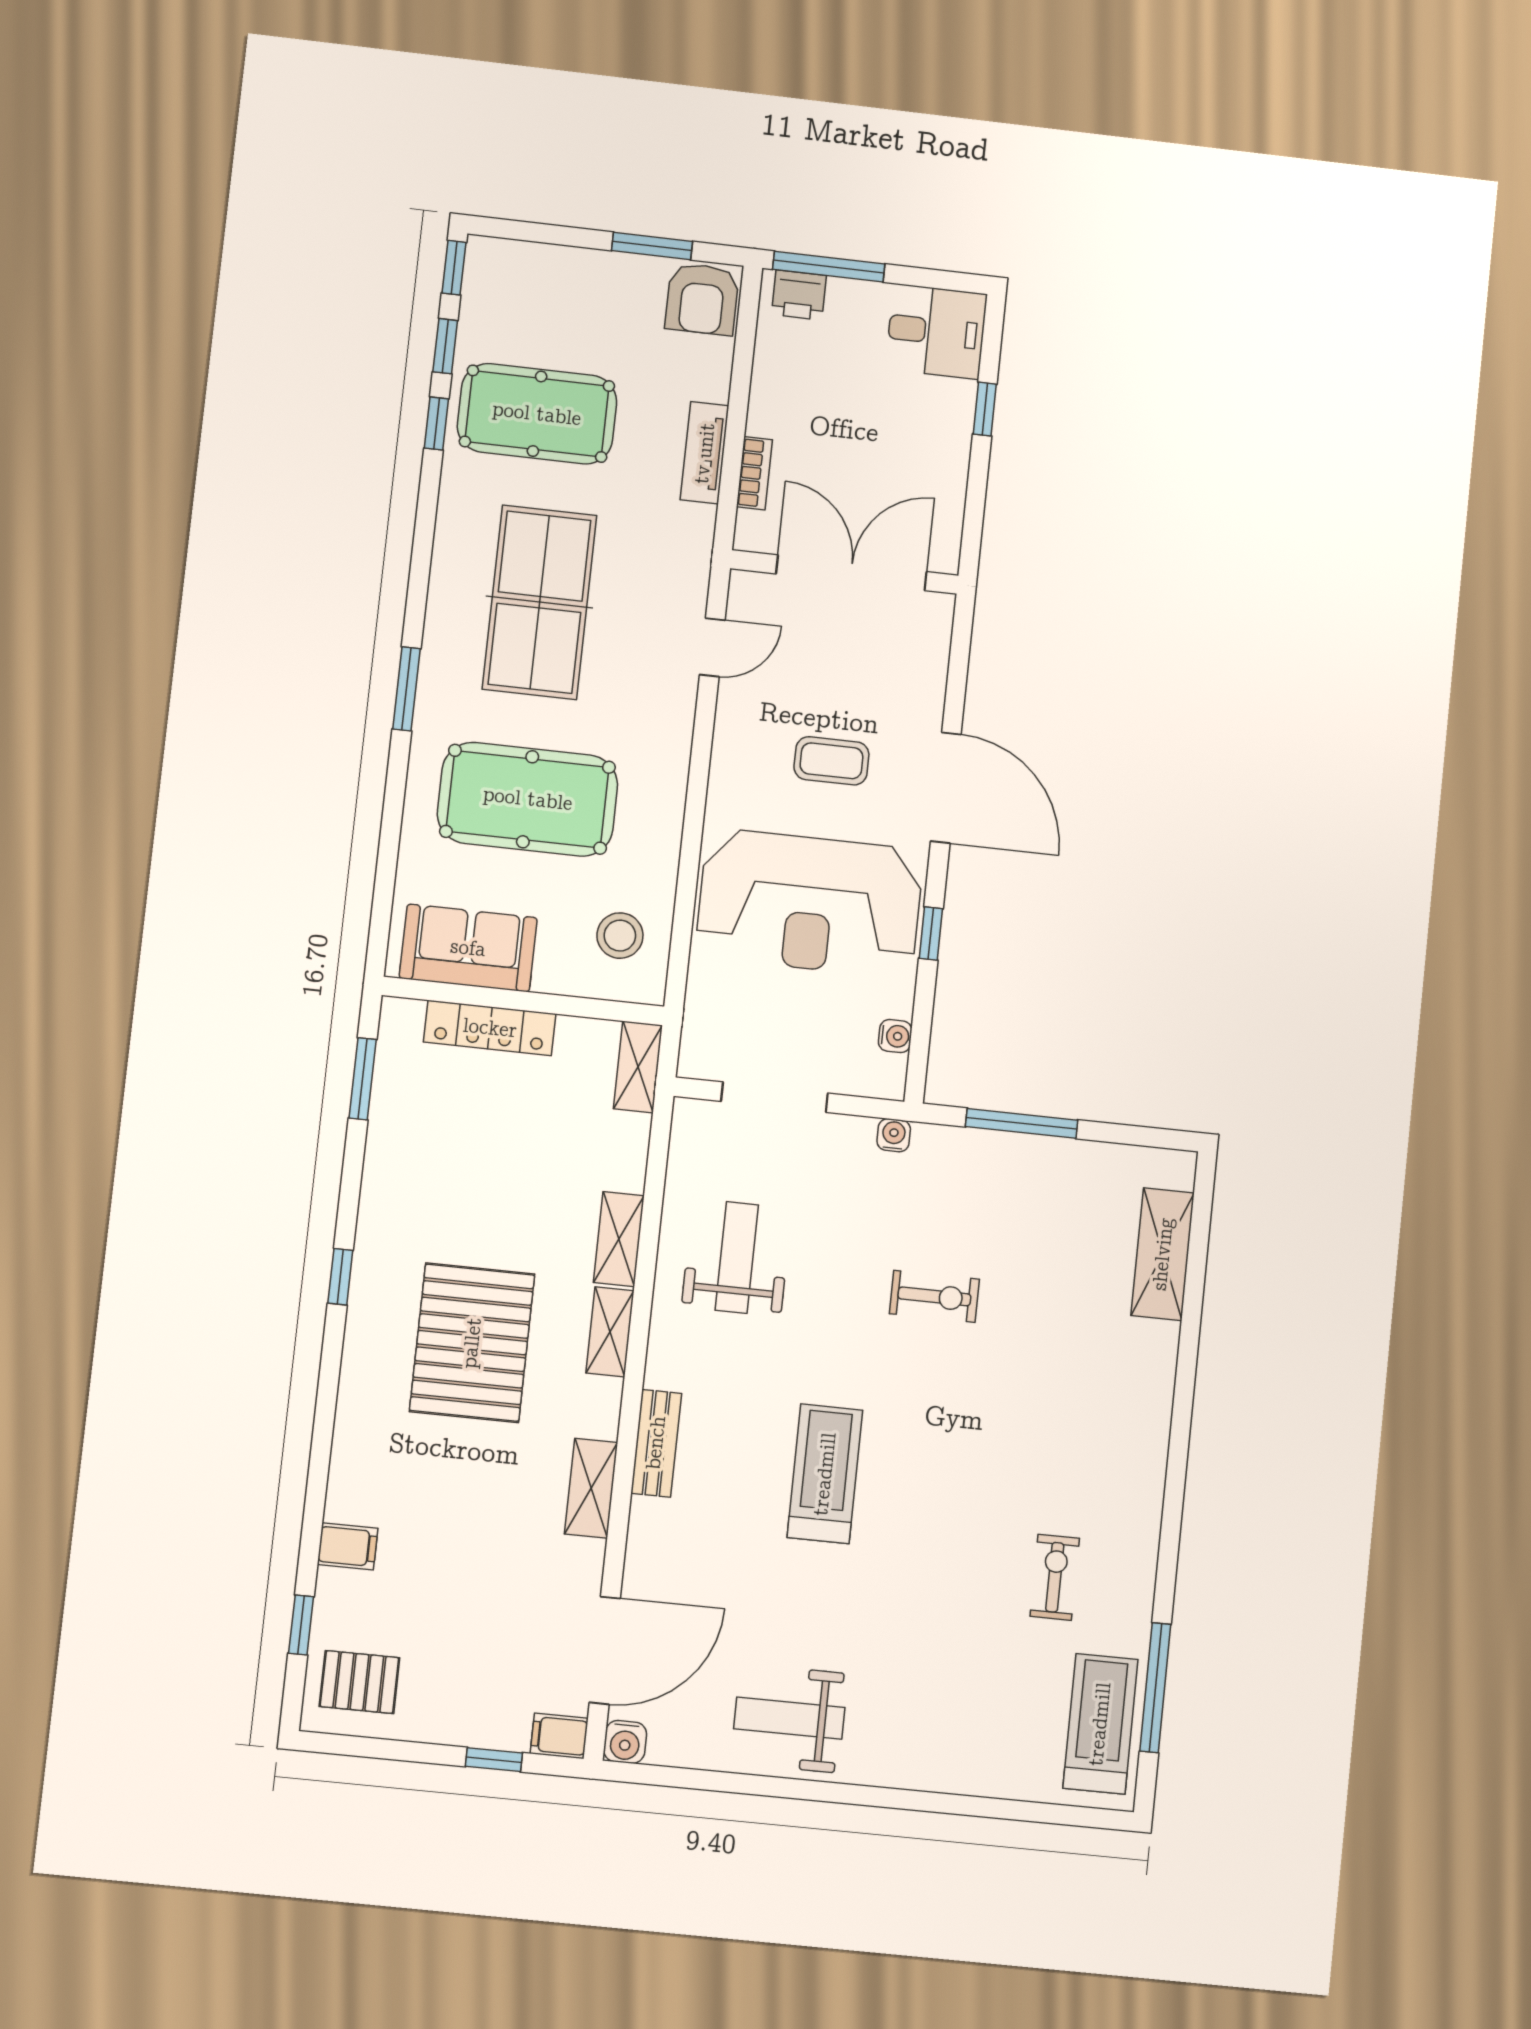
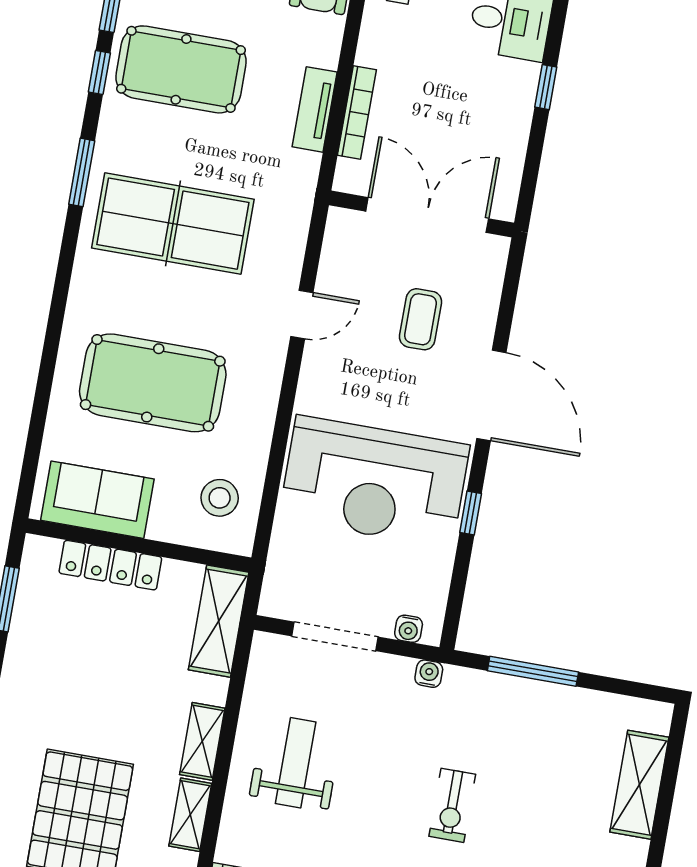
bookcase: (754, 473) -> (357, 113), width x1.56
table tennis table: (539, 602) -> (173, 224), turned 90
door: (712, 647) -> (302, 315), moved
window: (407, 689) -> (82, 172), moved
coffee table: (831, 761) -> (420, 319), moved, turned 90
water cooler: (895, 1036) -> (409, 629), moved, turned 90
shelving: (638, 1067) -> (219, 621), width x1.50, depth x1.33
exercise bike: (934, 1296) -> (452, 805), turned 90

